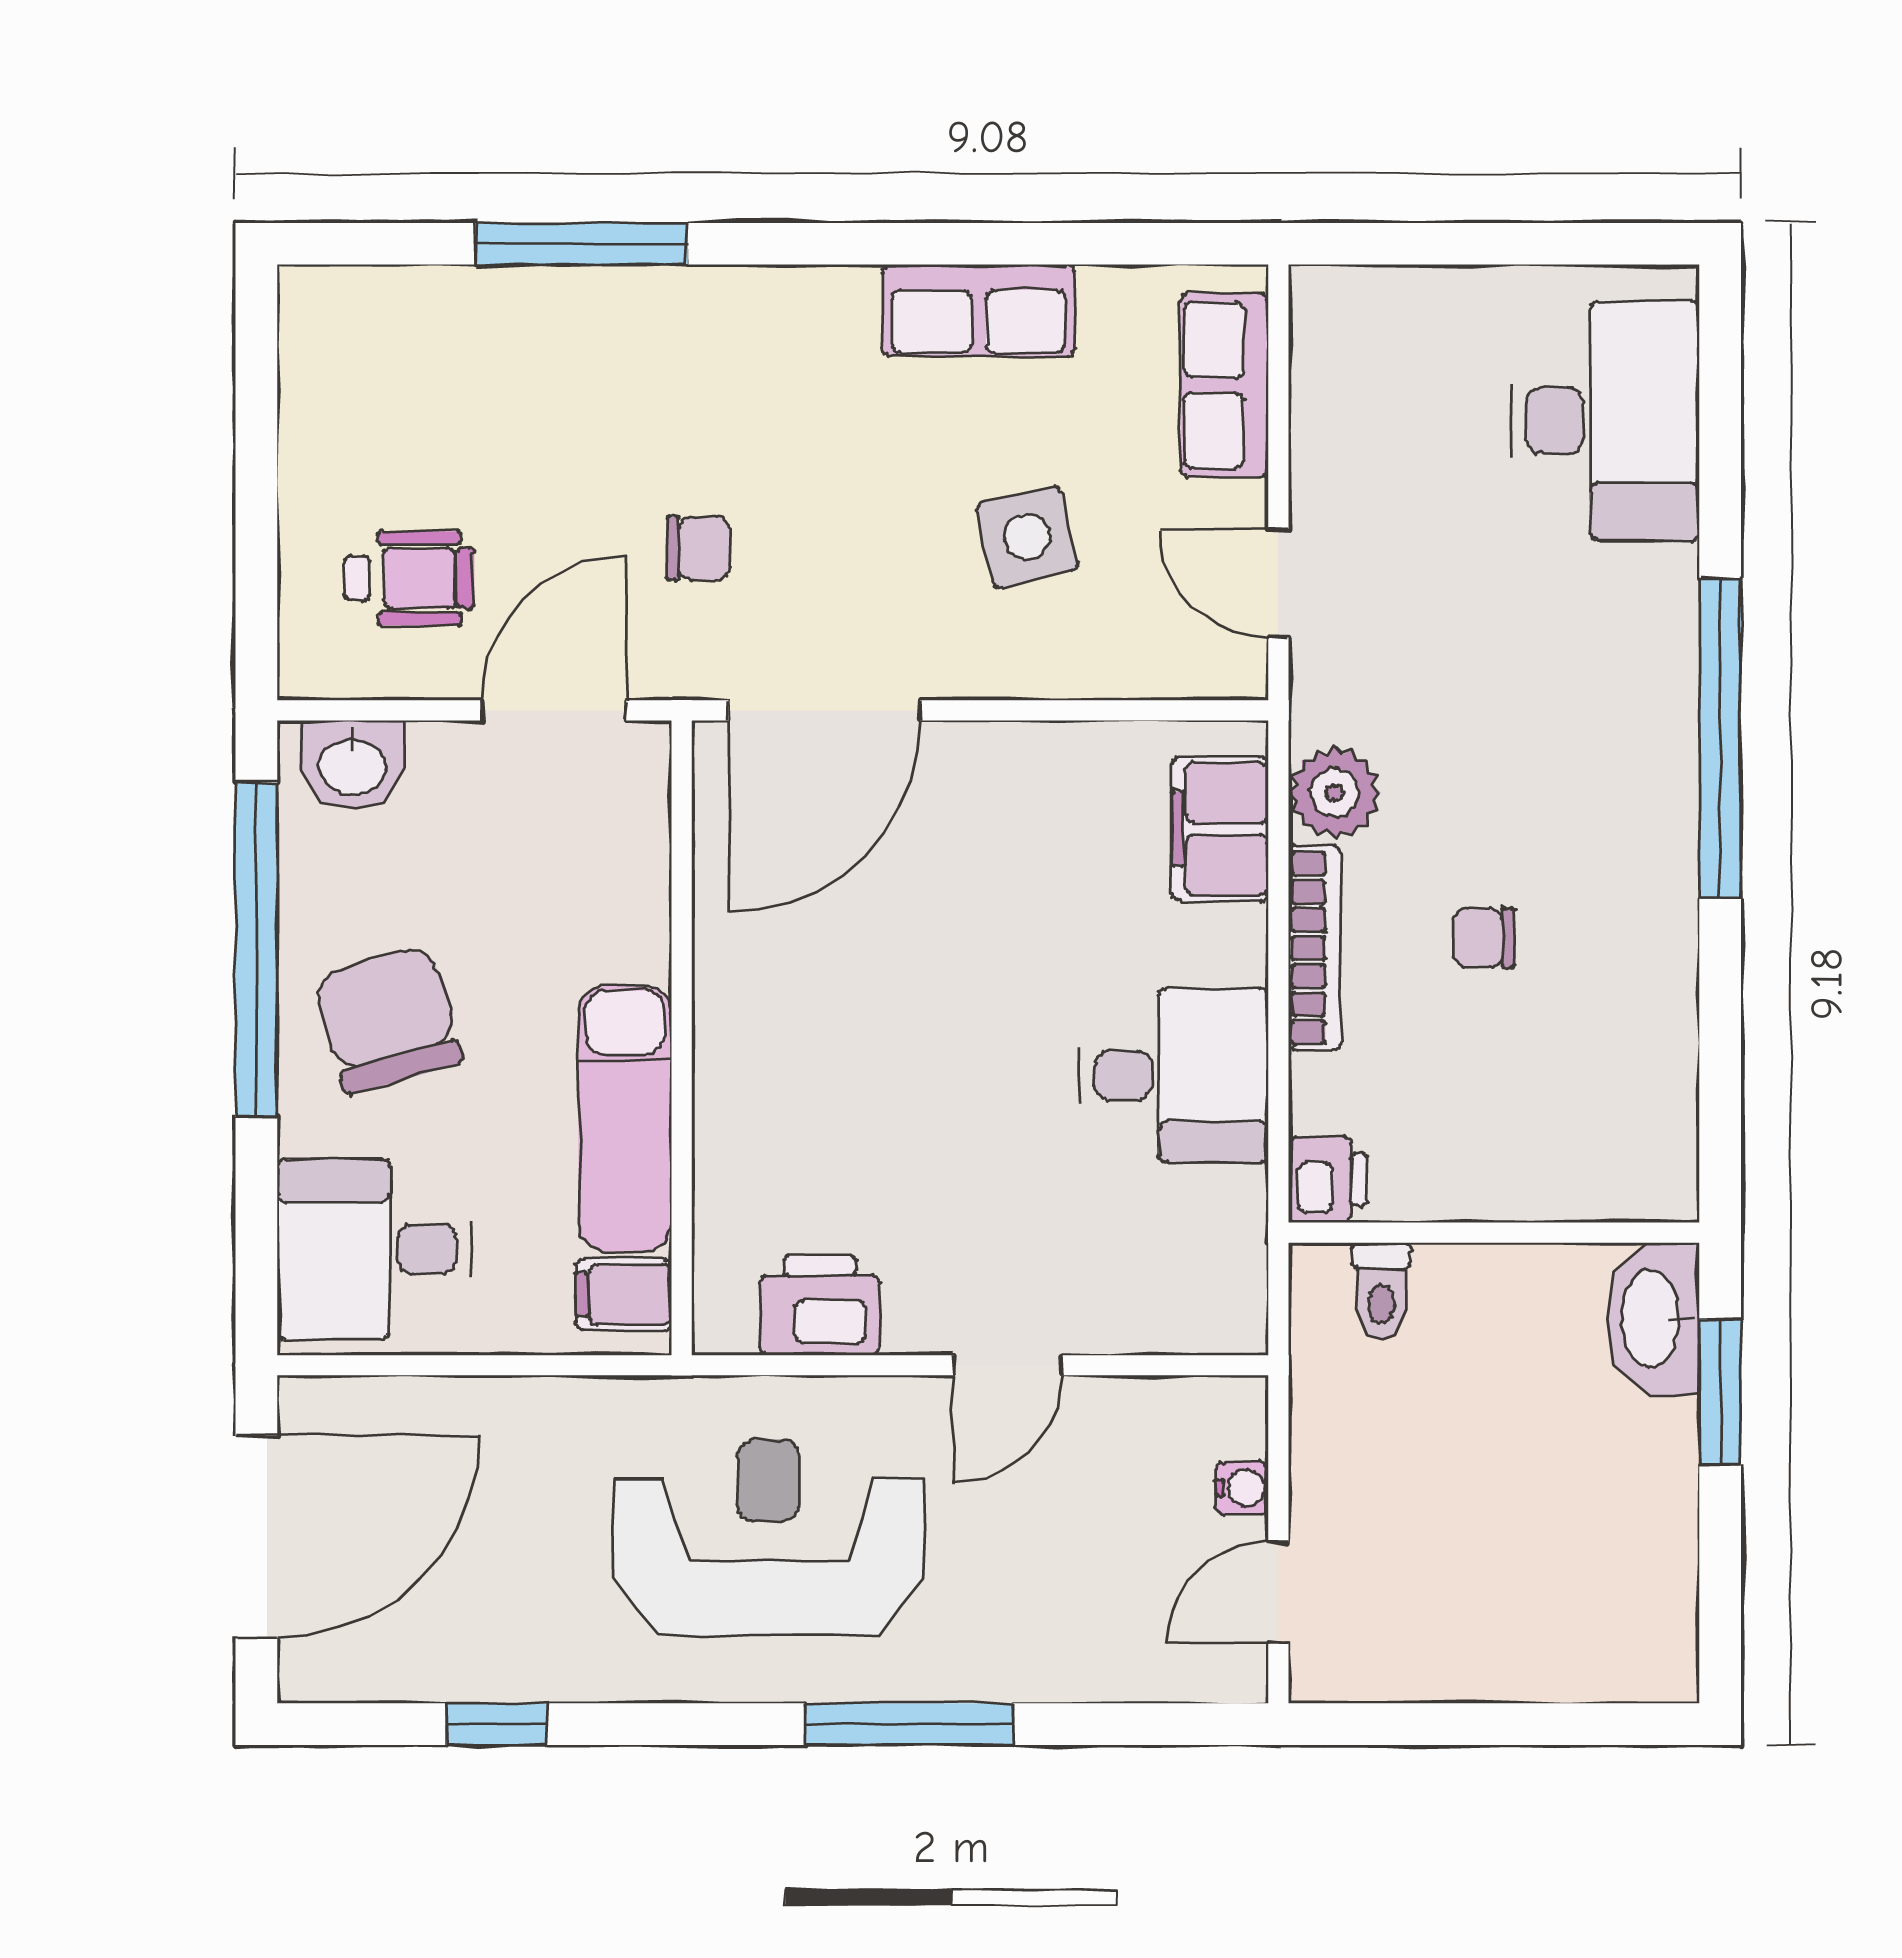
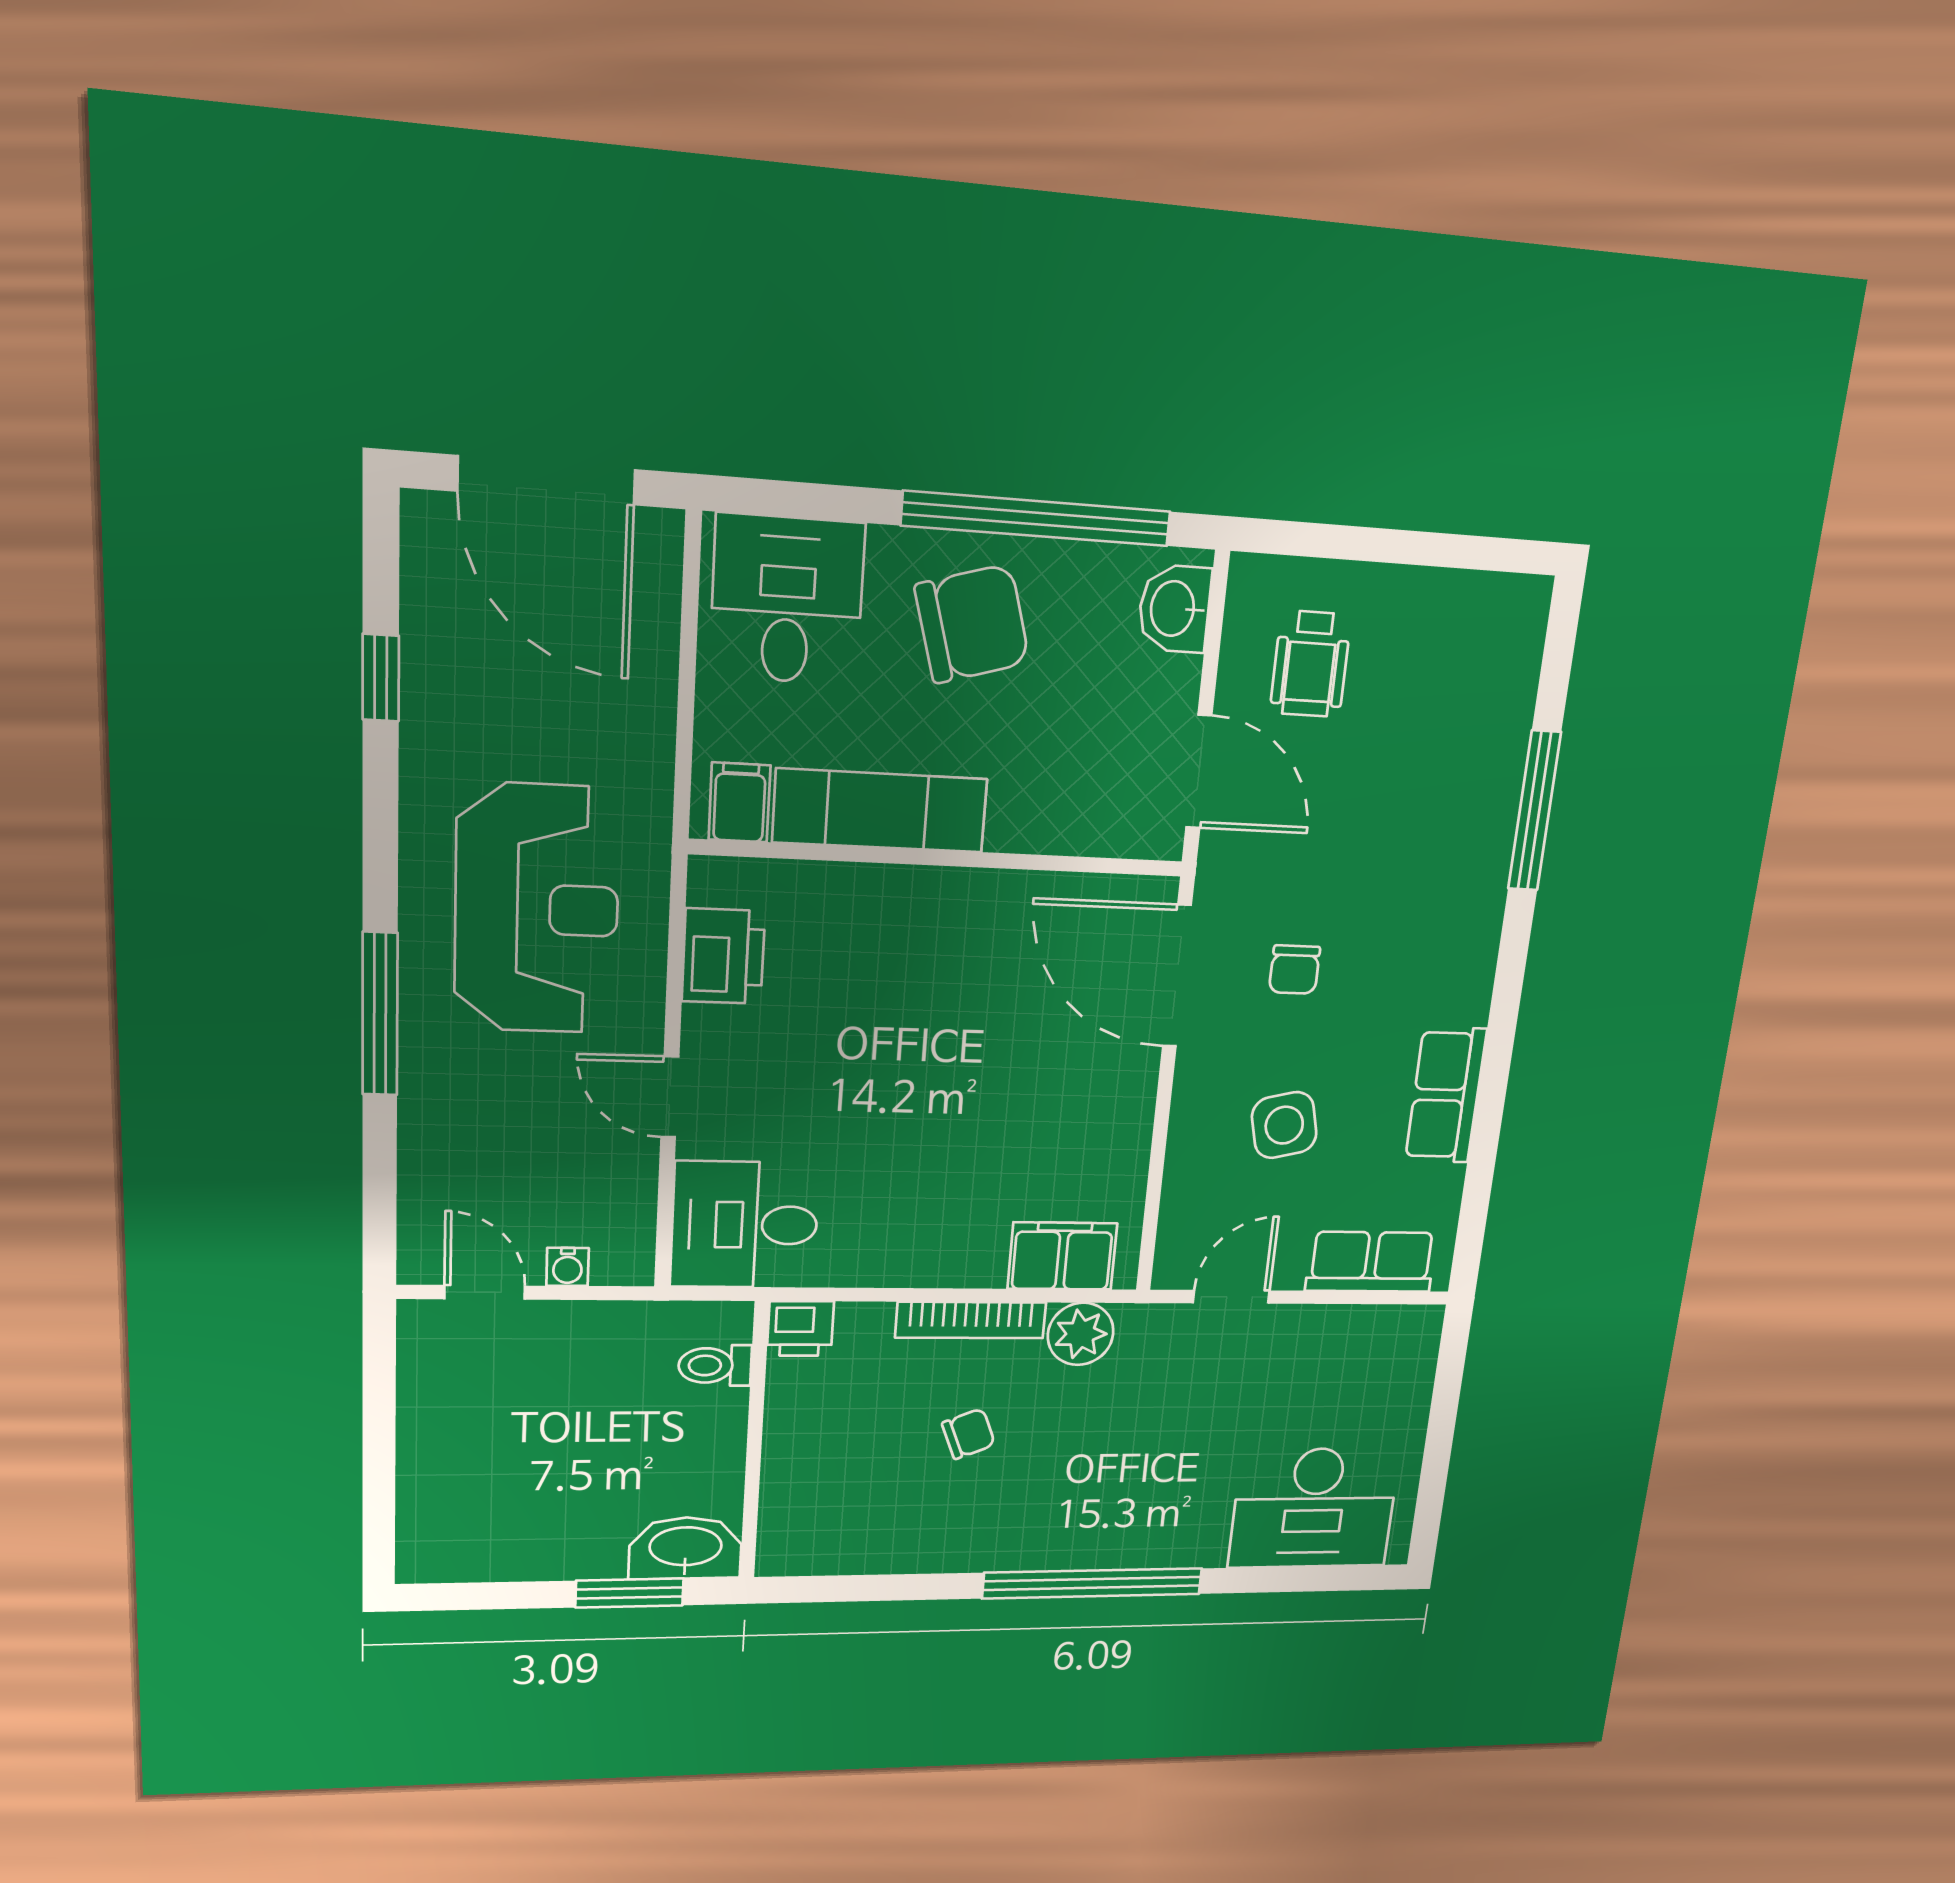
chair: (698, 548) -> (1295, 970), moved
chair: (1484, 938) -> (969, 1434), turned 68
desk: (1174, 1075) -> (745, 1225), moved, turned 90

